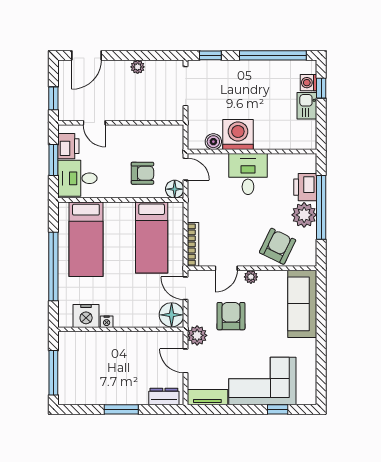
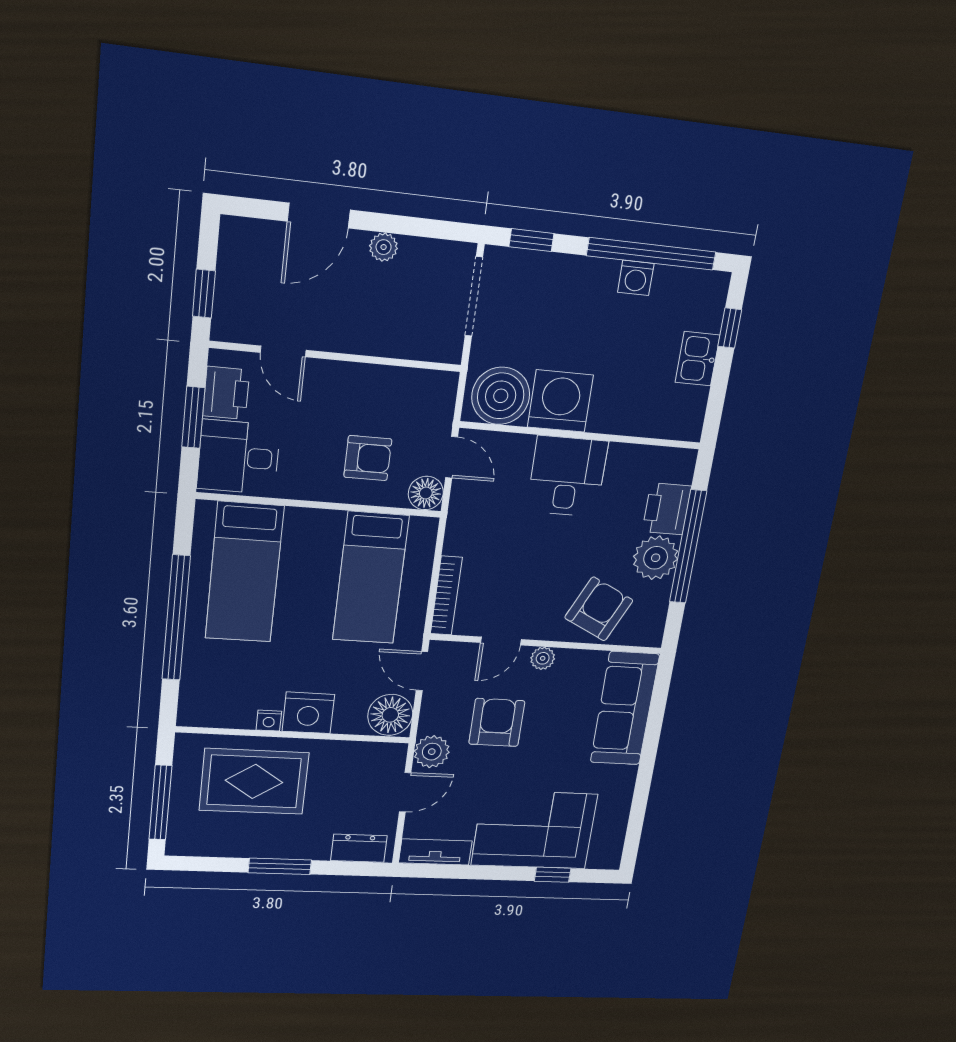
door: (87, 55) -> (319, 216), moved
washing machine: (308, 83) -> (636, 278), moved, turned -90
boiler: (213, 142) -> (501, 396), width x1.86, depth x1.86
nightstand: (86, 316) -> (308, 713), moved
rug: (102, 358) -> (254, 781), added
door: (185, 361) -> (405, 792), swing flipped

